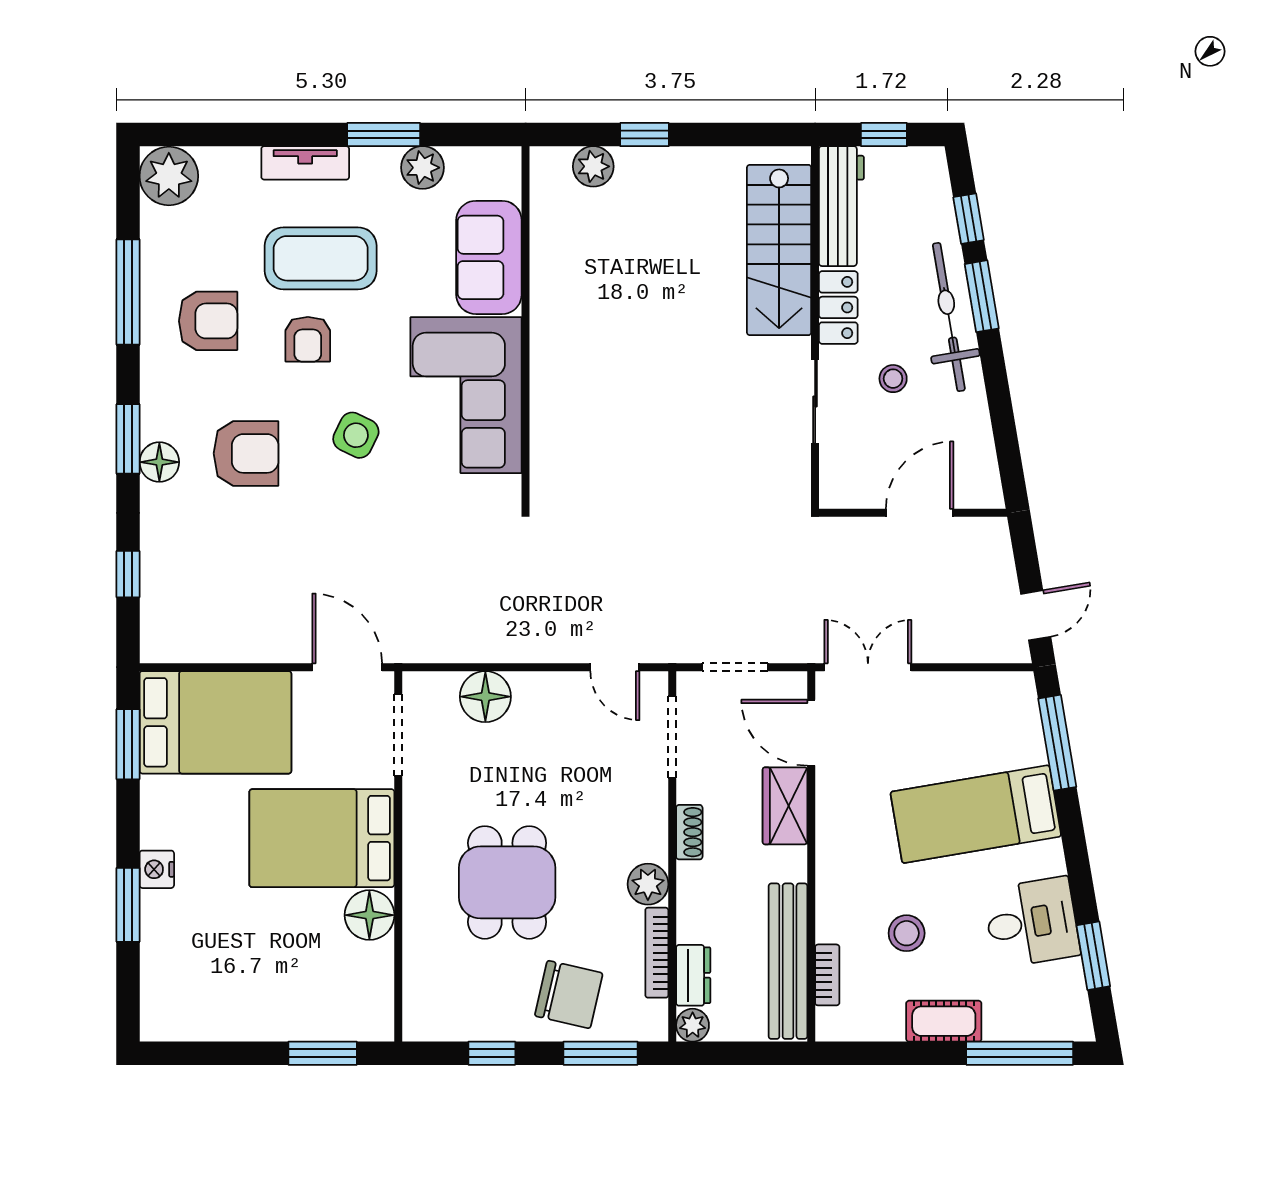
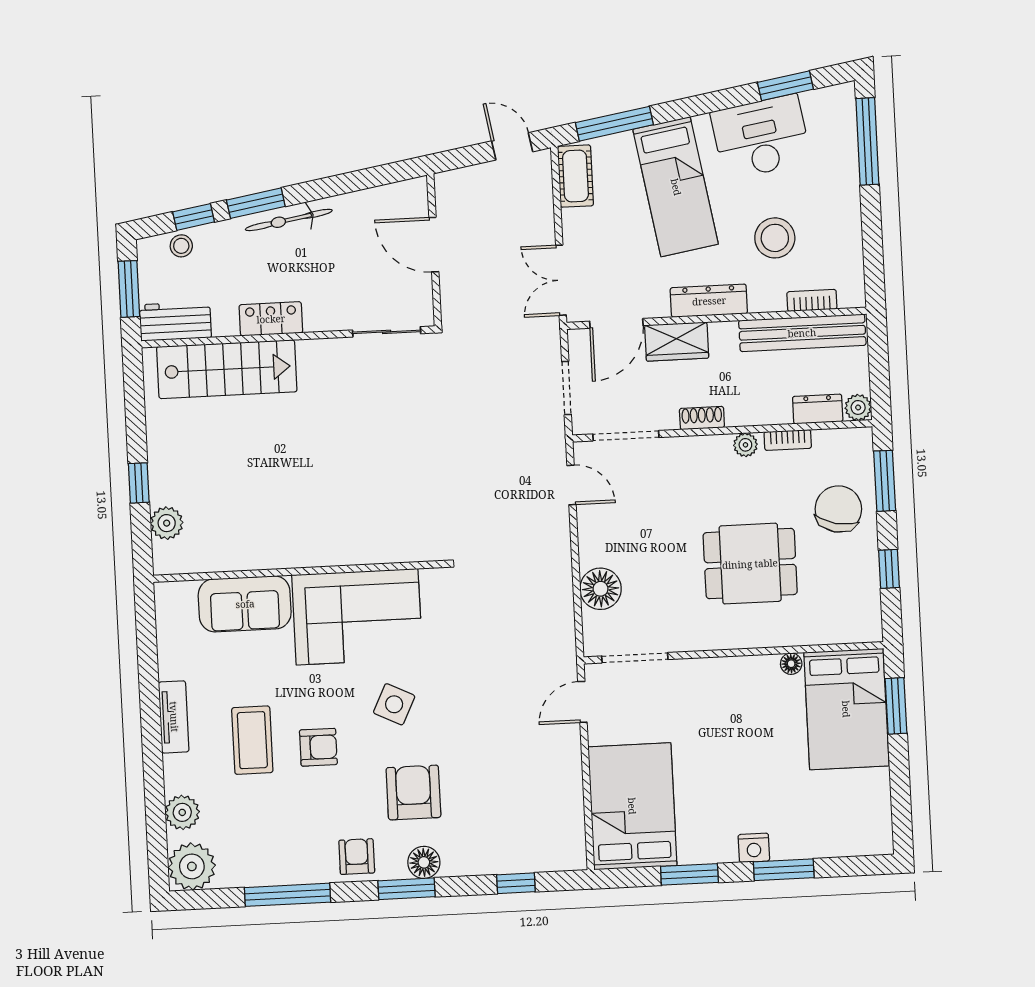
window: (384, 135) -> (149, 694), removed
window: (884, 135) -> (129, 289), width x1.50
tv unit: (305, 163) -> (174, 717), moved
plant: (422, 168) -> (182, 812), moved
workbench: (841, 206) -> (175, 321), width x0.73
coffee table: (321, 258) -> (252, 740), width x0.73, depth x0.76
bicycle: (949, 317) -> (289, 220), width x0.73, depth x0.71
armchair: (208, 321) -> (357, 857), moved, width x0.72, depth x0.72
stool: (893, 379) -> (181, 246), moved
sliding door: (815, 402) -> (387, 332), moved
door: (347, 667) -> (582, 702), width x0.73
door: (615, 667) -> (571, 485), hinge flipped
window: (128, 744) -> (689, 874), moved
bed: (322, 838) -> (846, 709), moved
dresser: (833, 848) -> (709, 301), added
plant: (648, 884) -> (745, 445), width x0.73, depth x0.73
floor lamp: (369, 915) -> (791, 664), width x0.53, depth x0.53
desk: (1032, 922) -> (761, 137), width x1.37
stool: (907, 933) -> (775, 238), width x1.38, depth x1.38
bookcase: (657, 953) -> (788, 440), width x0.64
cot: (944, 1021) -> (575, 176), moved

